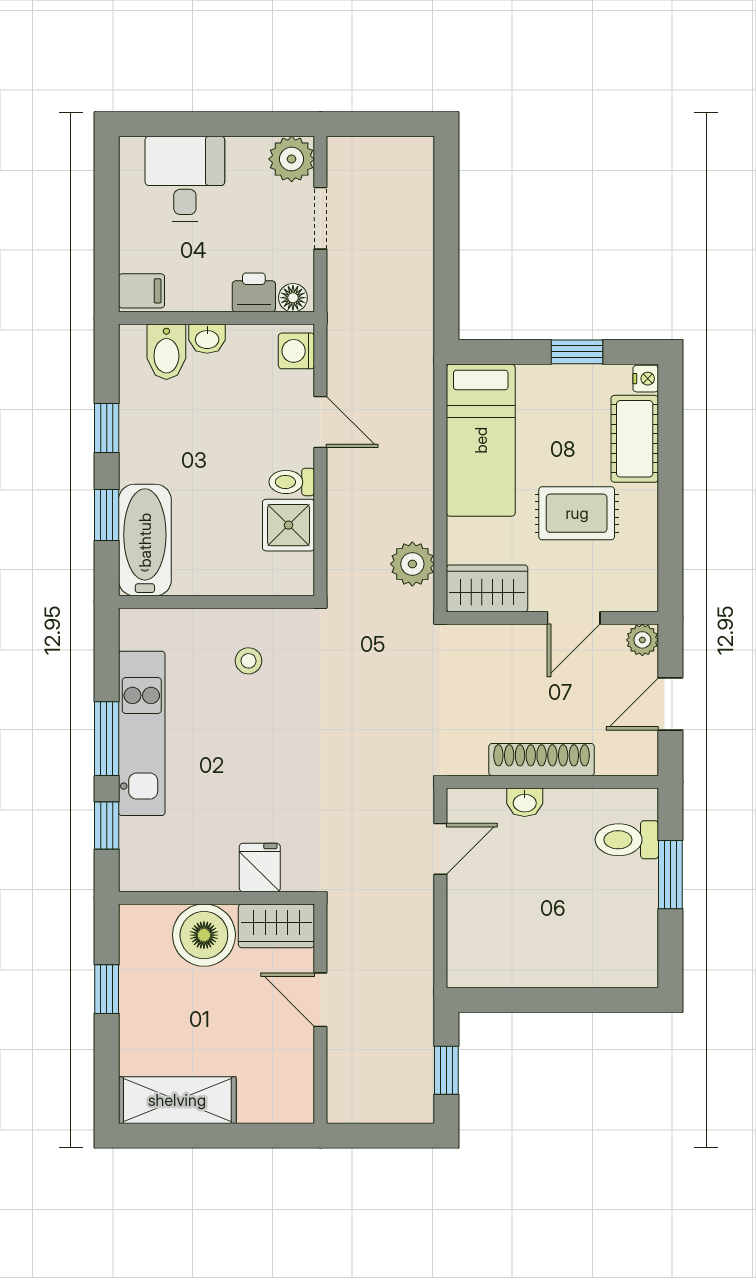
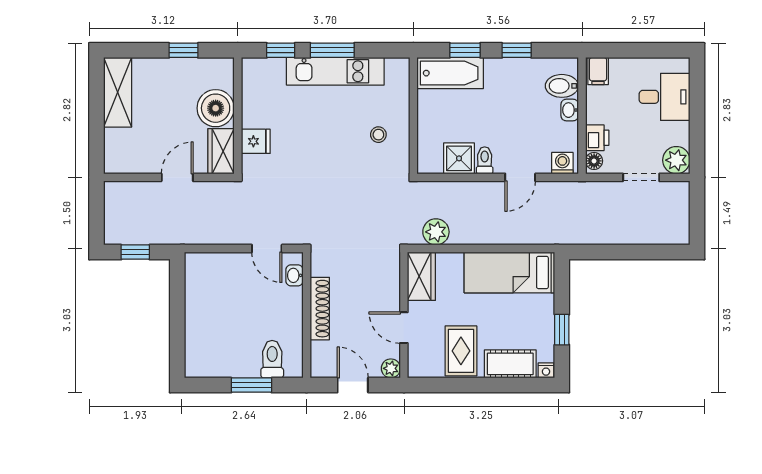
rug: (577, 513) -> (461, 351), moved
washbasin: (525, 802) -> (294, 275), moved

